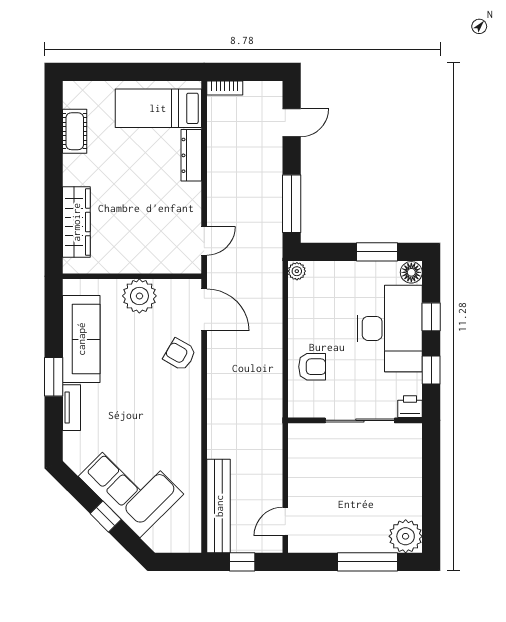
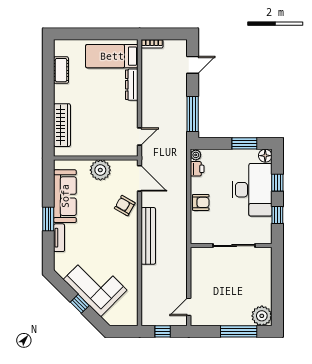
armchair: (312, 367) -> (201, 202), moved
printer: (410, 407) -> (197, 169), moved, turned 90
bench: (219, 506) -> (148, 236), moved

